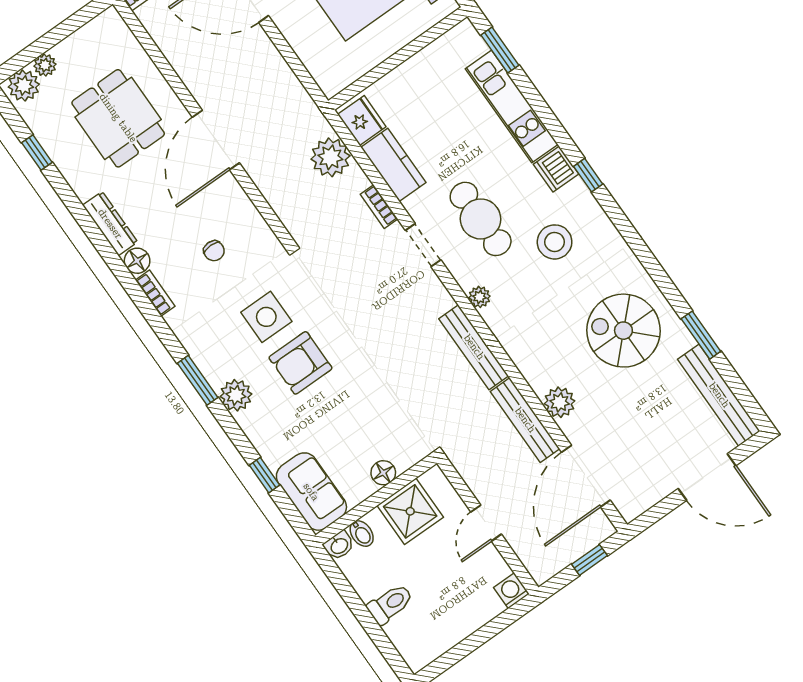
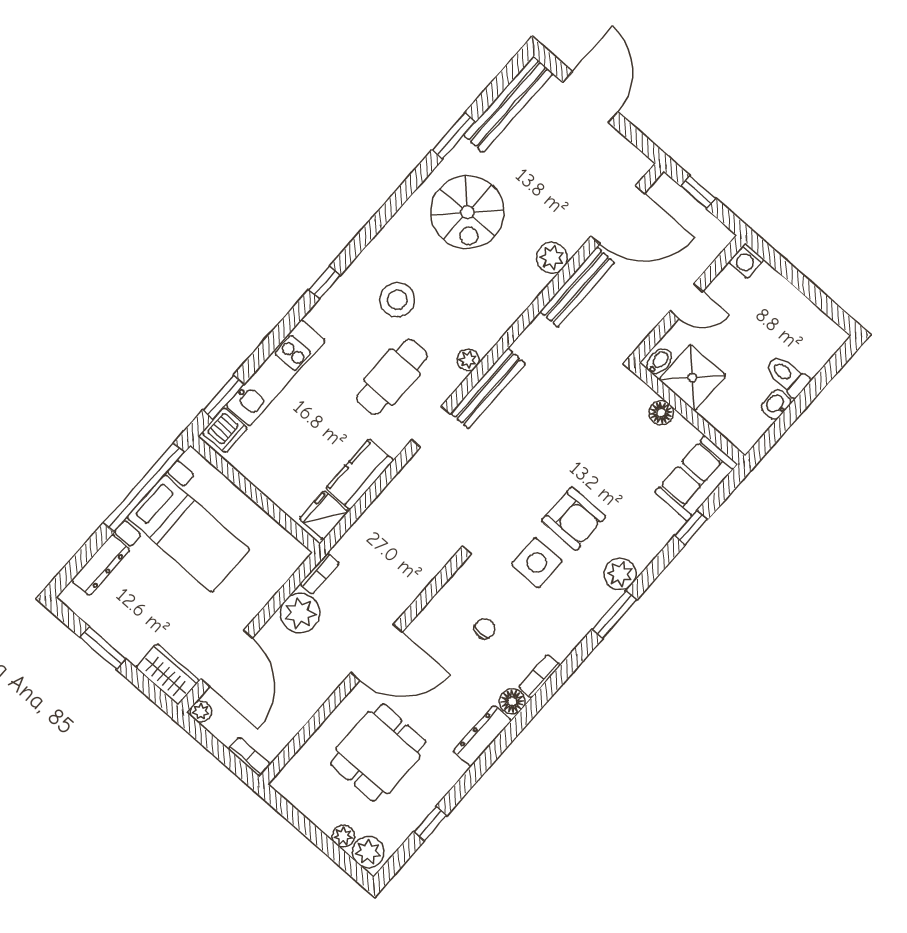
plant: (330, 157) -> (300, 613), moved
dishwasher: (556, 169) -> (225, 430), moved
bookcase: (379, 207) -> (320, 574), moved
bench: (474, 347) -> (488, 388), moved
bidet: (362, 534) -> (659, 361), moved
washbasin: (339, 546) -> (776, 404), moved, turned -90

